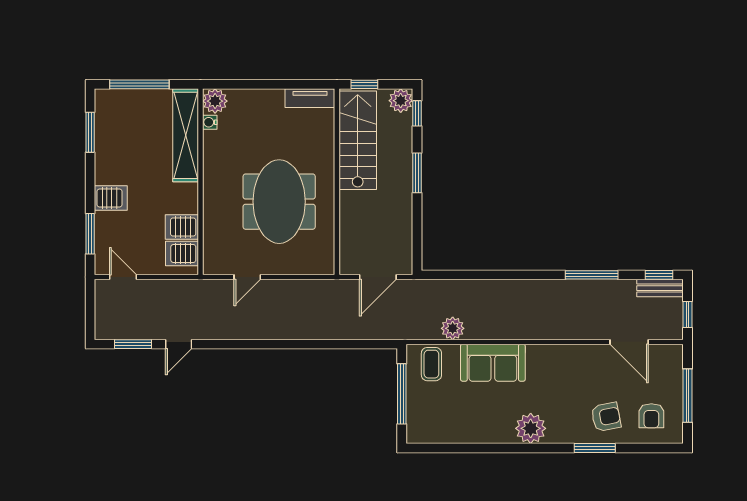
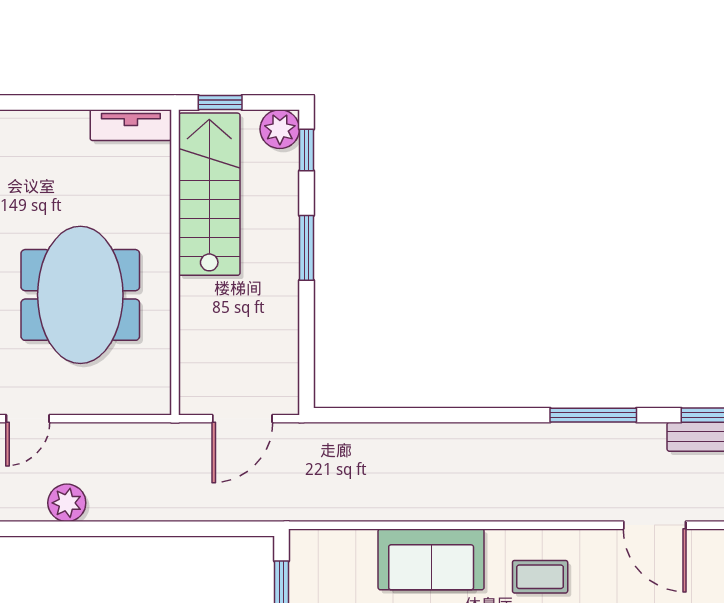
plant: (453, 328) -> (67, 503), moved
coffee table: (431, 364) -> (540, 577), moved, turned 90

